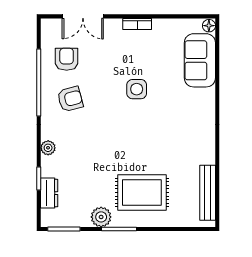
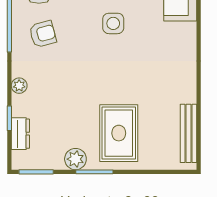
rug: (142, 192) -> (119, 133), turned 90

